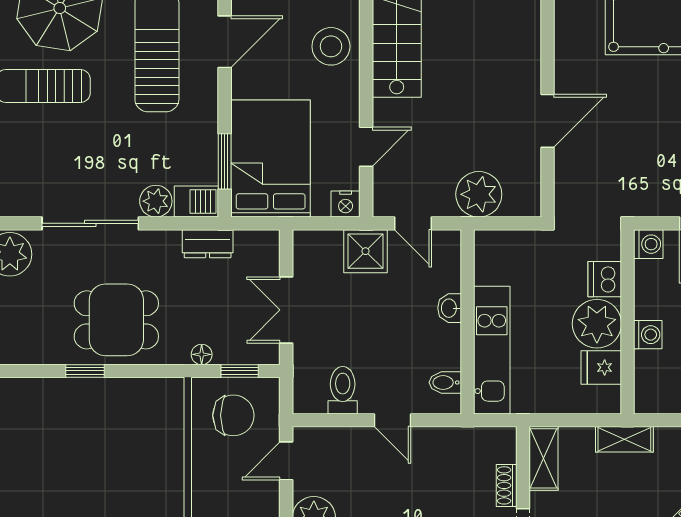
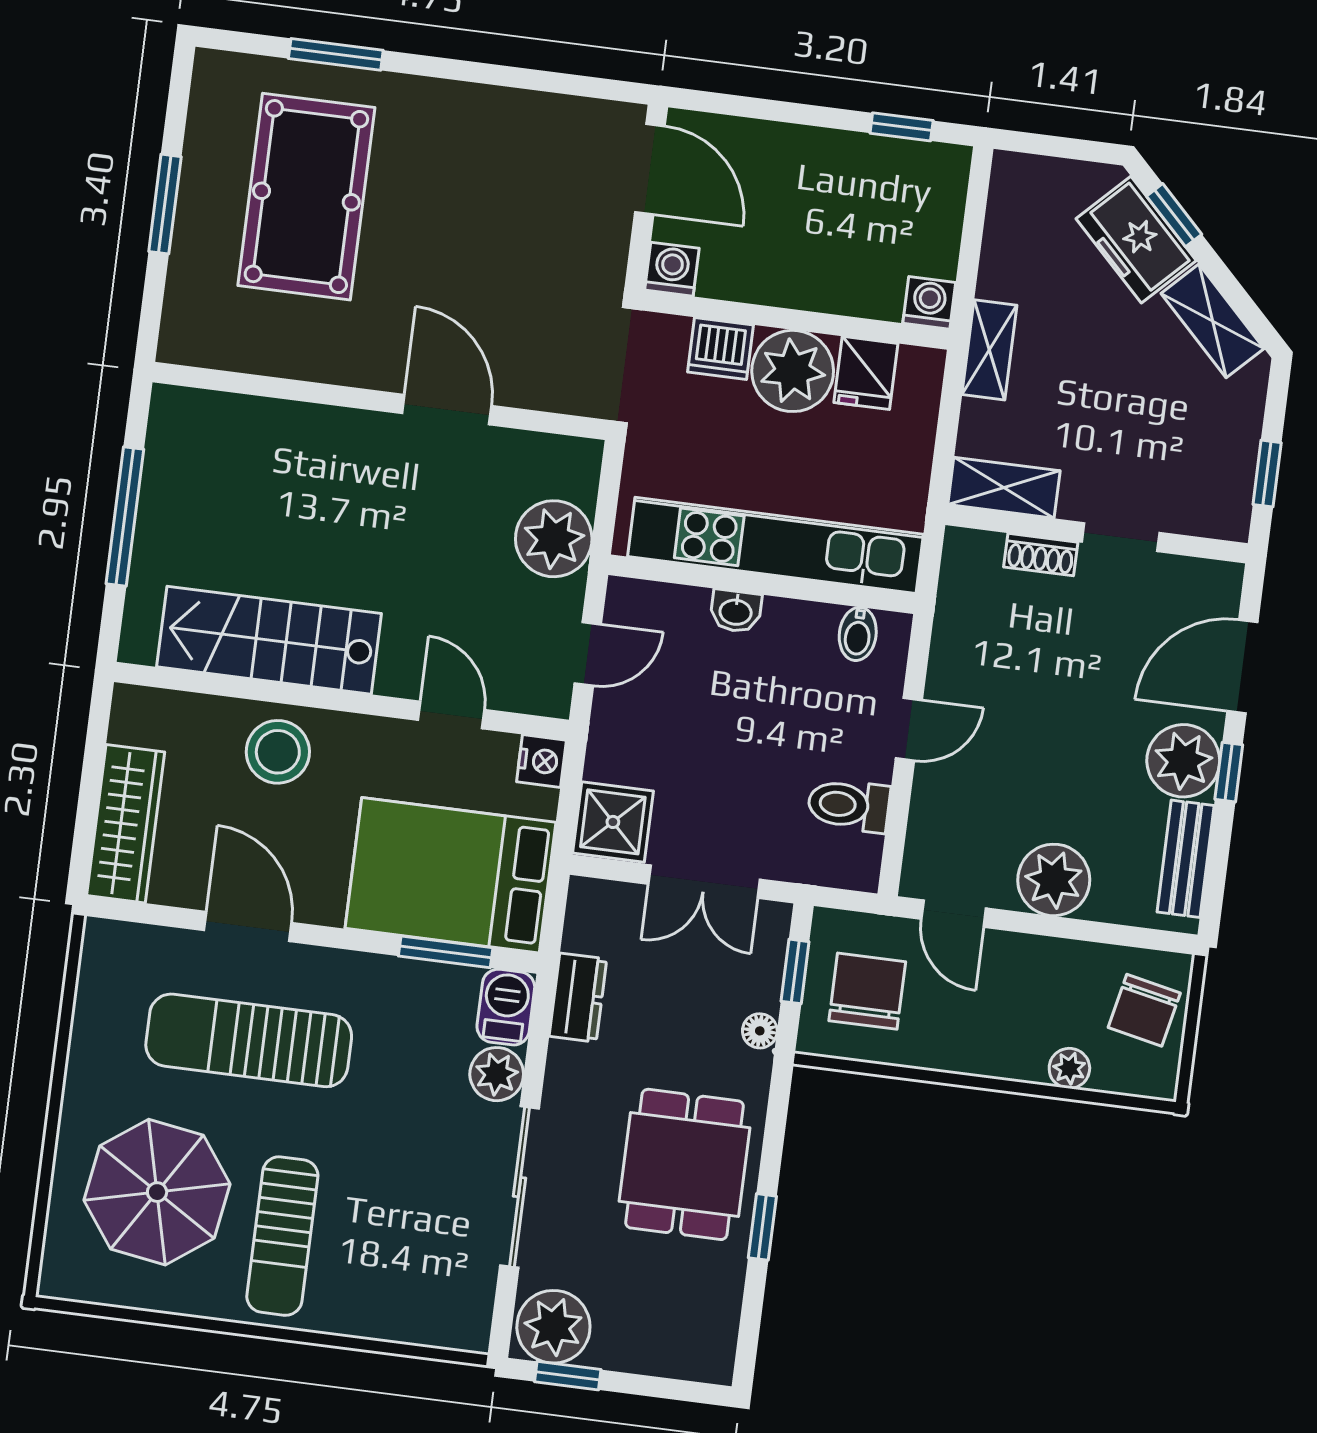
shower: (366, 251) -> (613, 822), moved
washing machine: (648, 335) -> (929, 303), moved
kitchen unit: (492, 350) -> (776, 545), width x1.36

